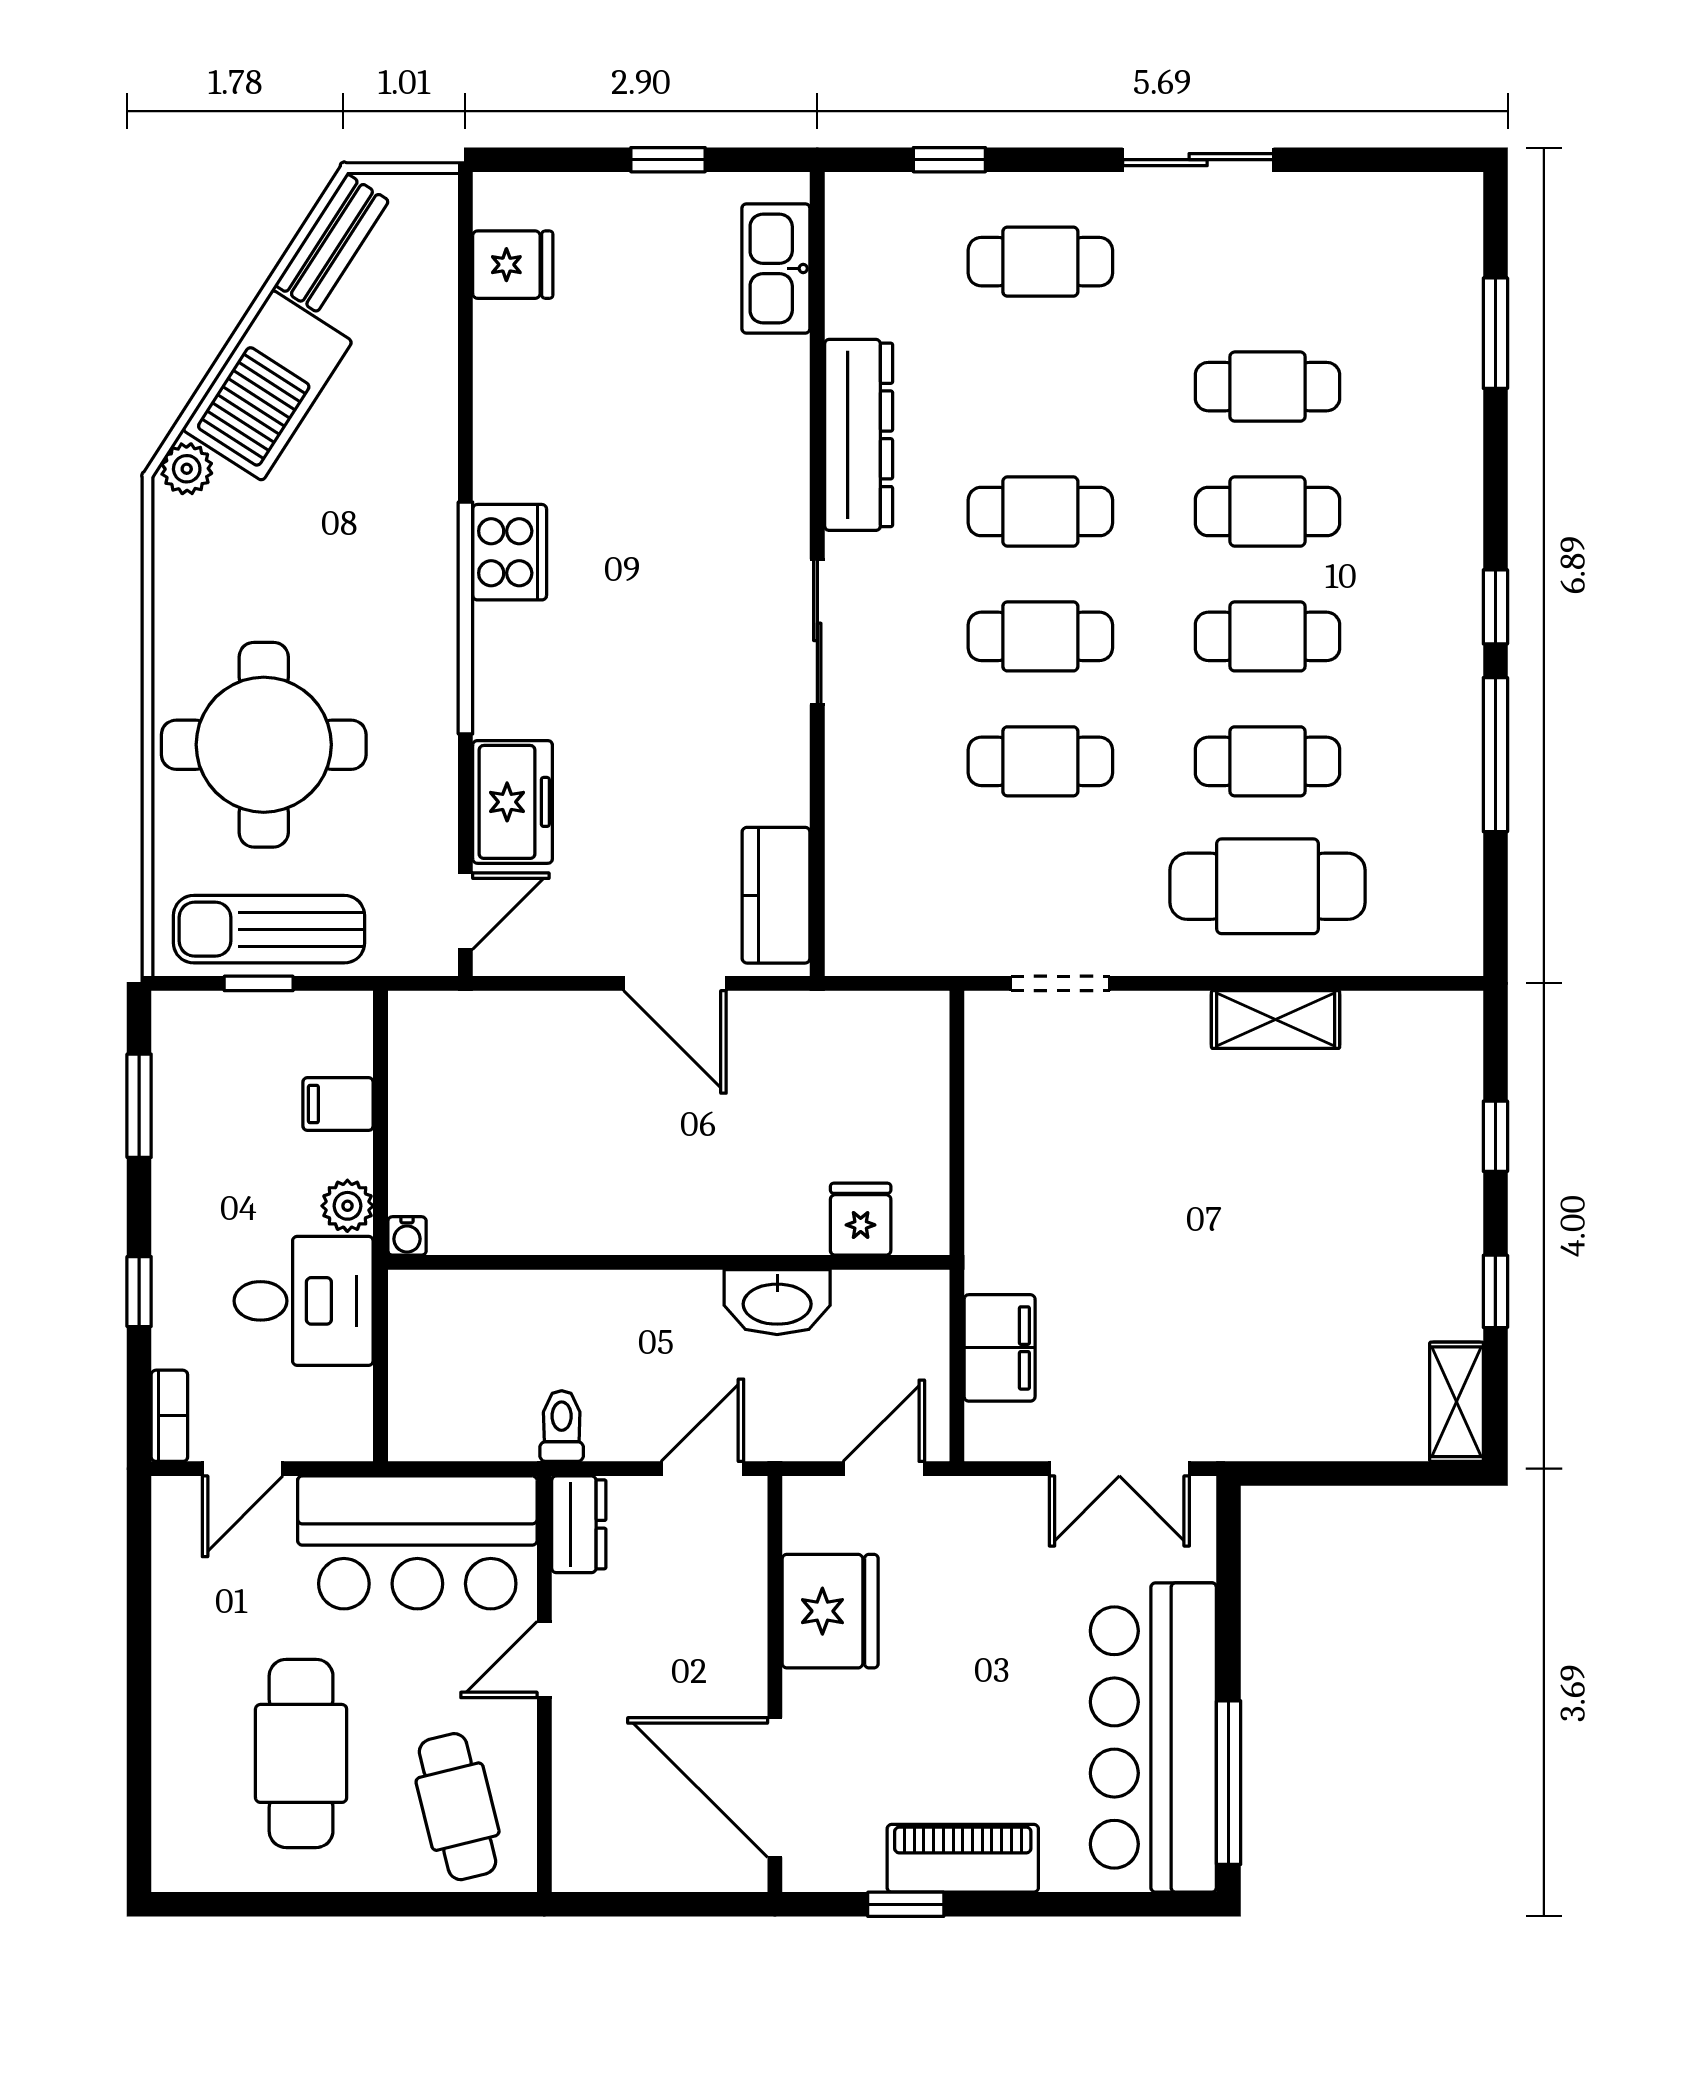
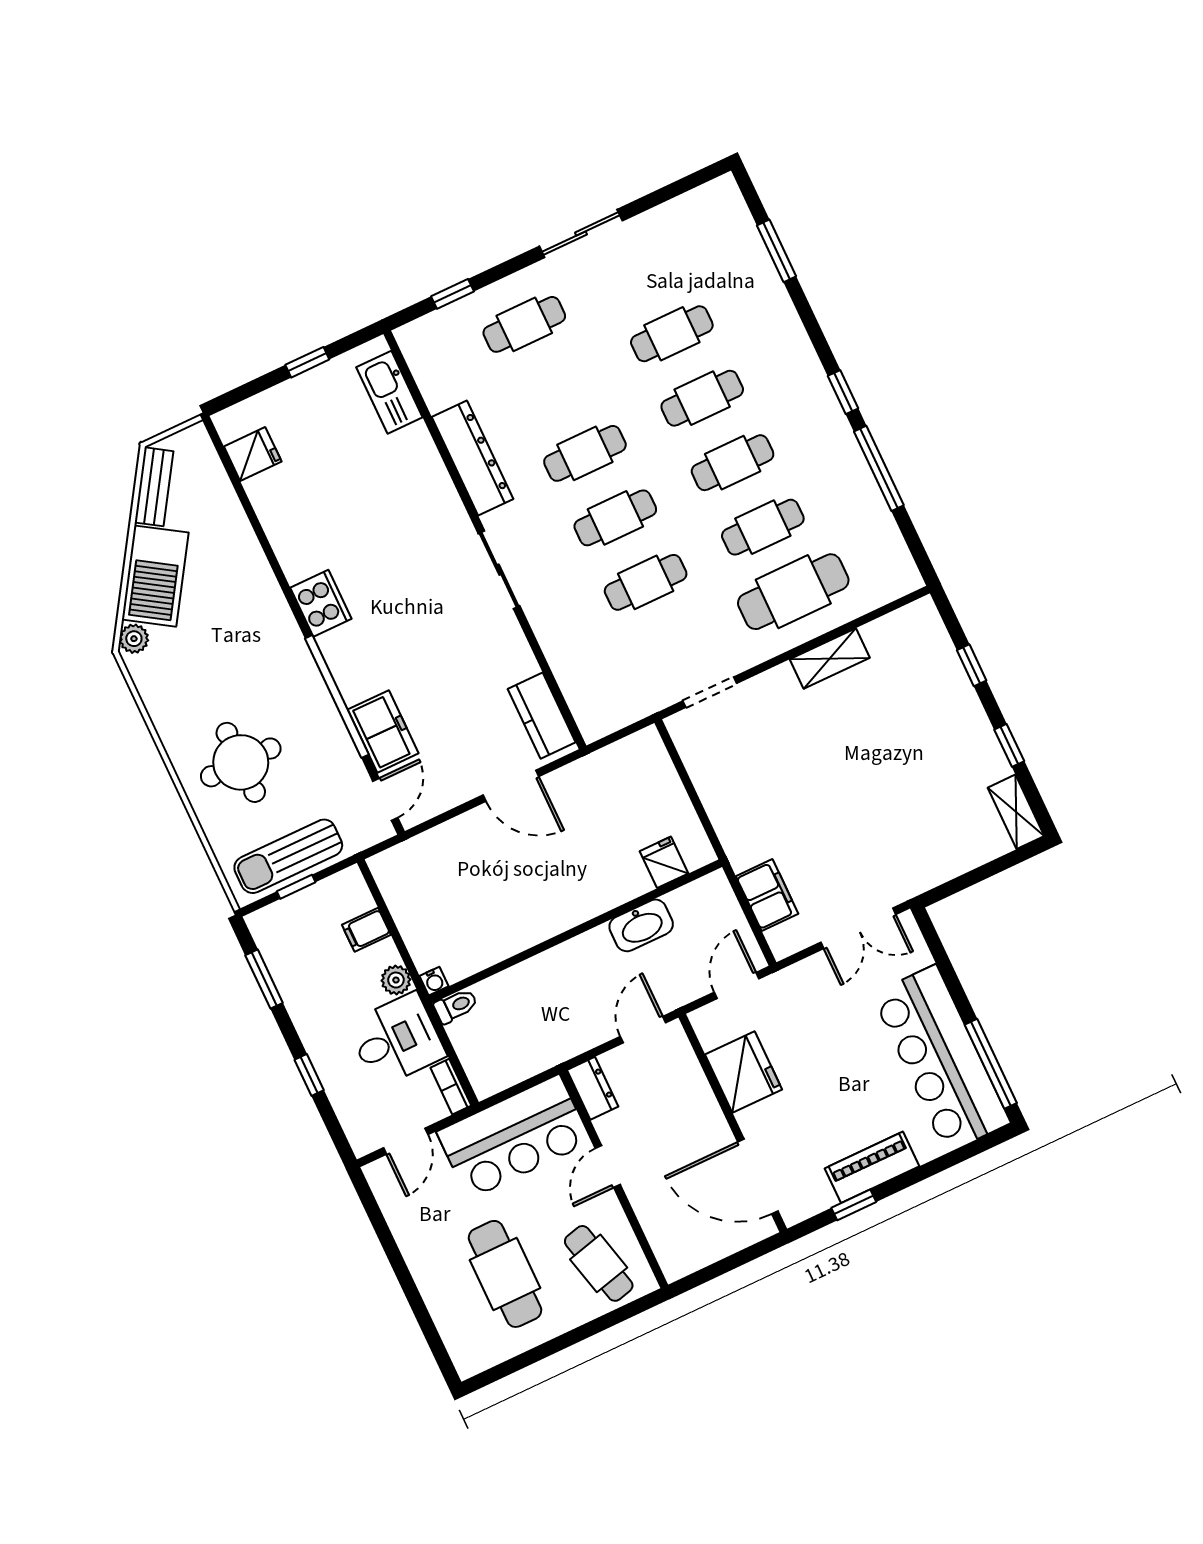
window: (465, 618) -> (337, 697), moved
round table: (264, 745) -> (241, 762), width x0.73, depth x0.73
bookcase: (169, 1416) -> (451, 1087), moved, turned 180
toilet: (562, 1426) -> (456, 1006), moved, turned 90

